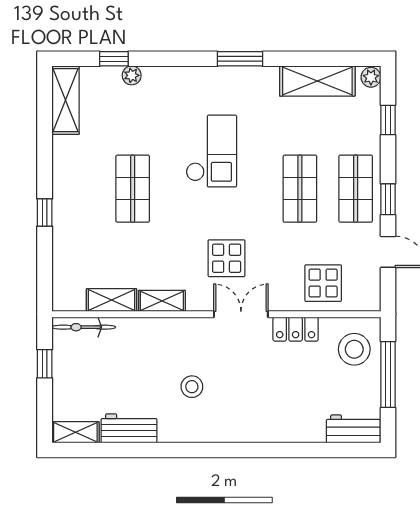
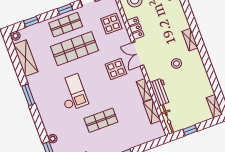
checkout: (211, 151) -> (72, 93), turned 90
shop shelf: (300, 189) -> (74, 49), width x1.43, depth x1.36
workbench: (129, 428) -> (160, 92), moved, turned 180
shelving: (231, 432) -> (190, 40), added

